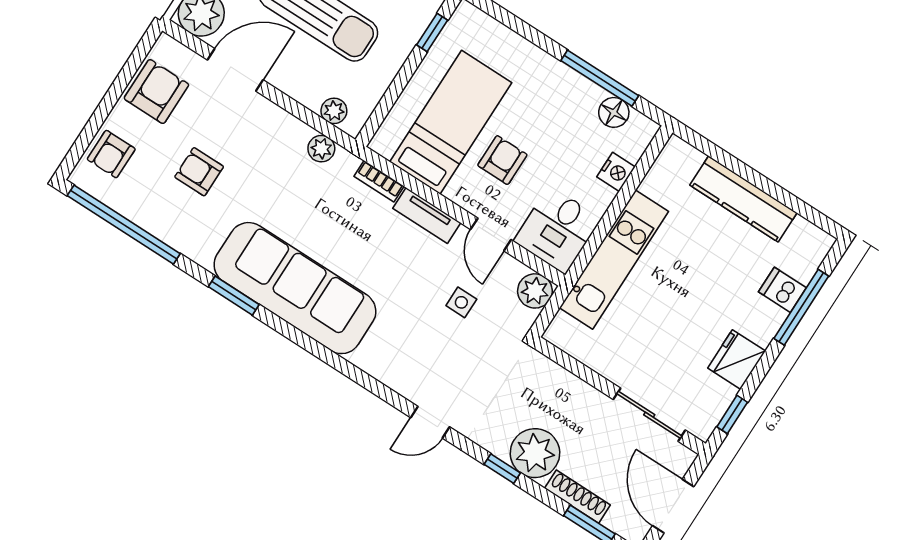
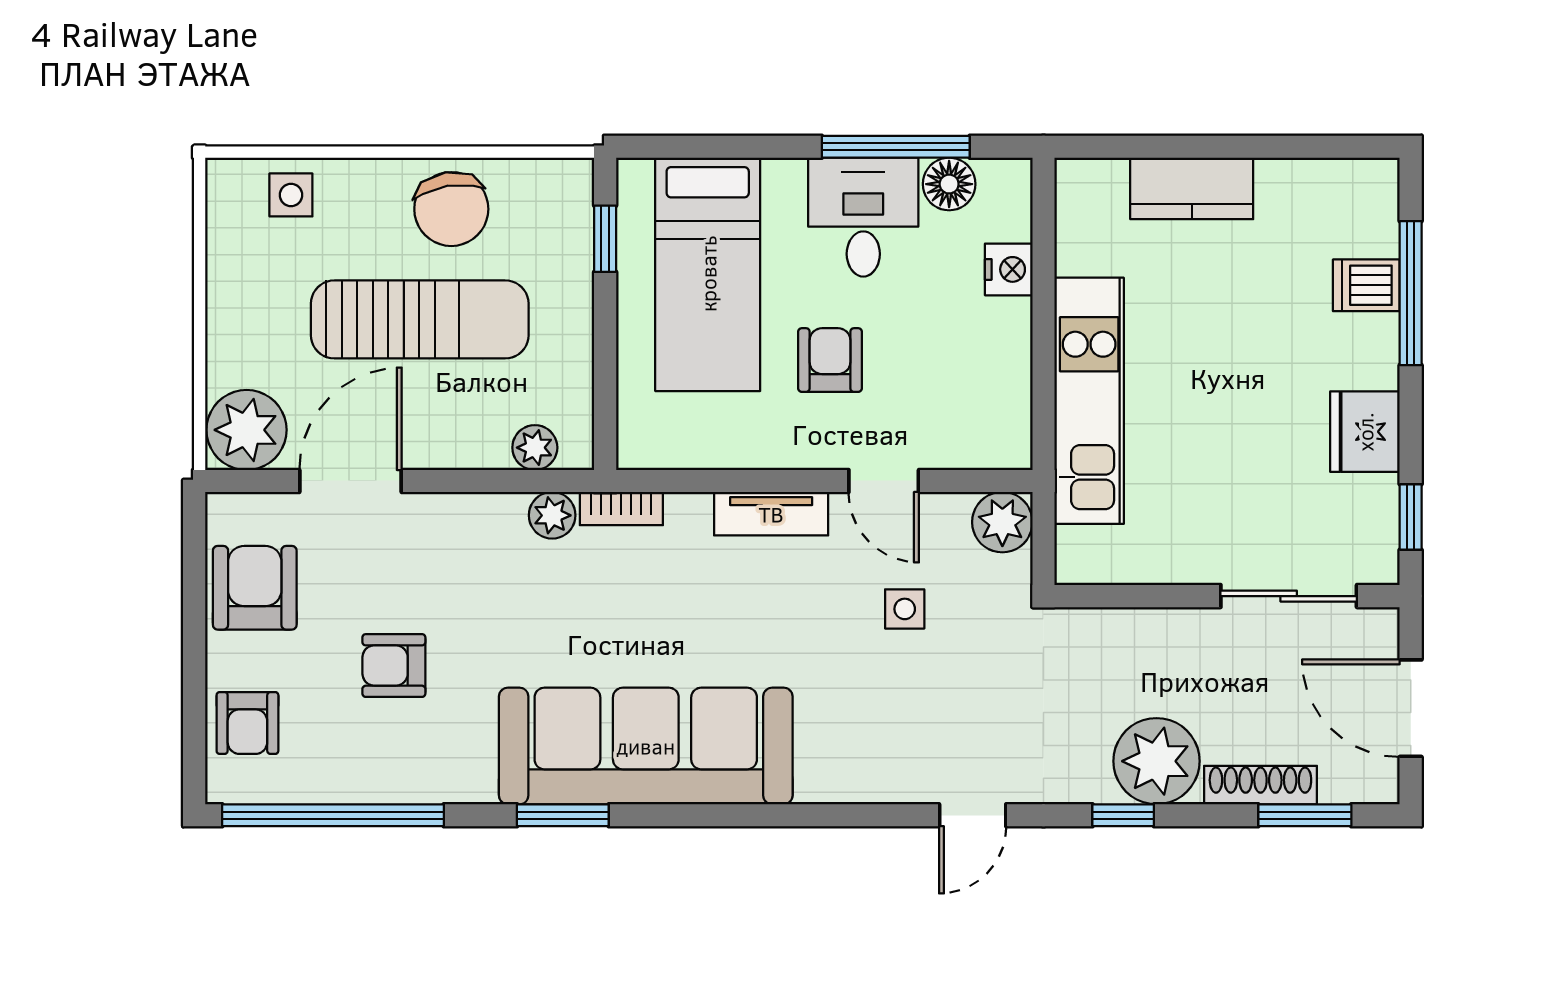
bed: (451, 122) -> (708, 274), moved, turned 180
bookcase: (379, 181) -> (621, 509), moved
kitchen counter: (743, 199) -> (1192, 188), width x0.67
desk: (557, 230) -> (863, 217), moved, turned 180

